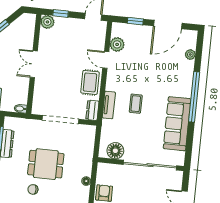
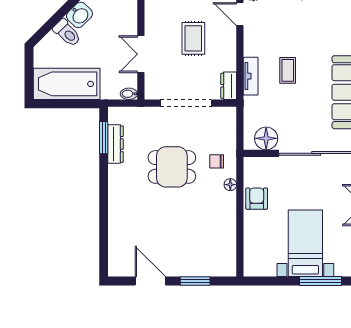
double door: (34, 64) -> (141, 54), moved
rug: (90, 82) -> (193, 38), moved
chair: (33, 189) -> (217, 161), moved

